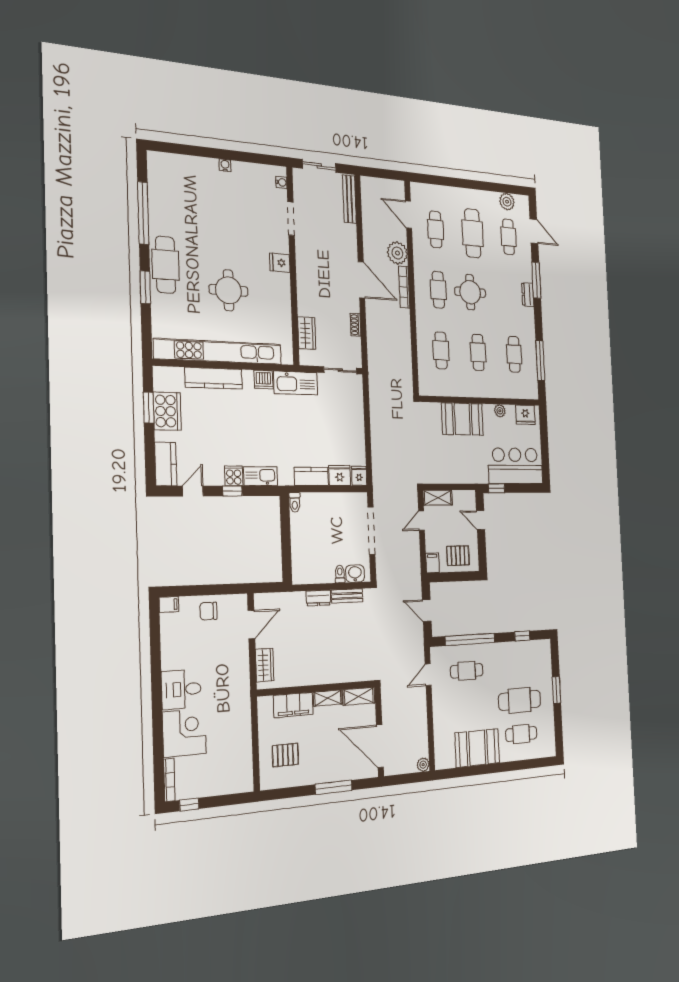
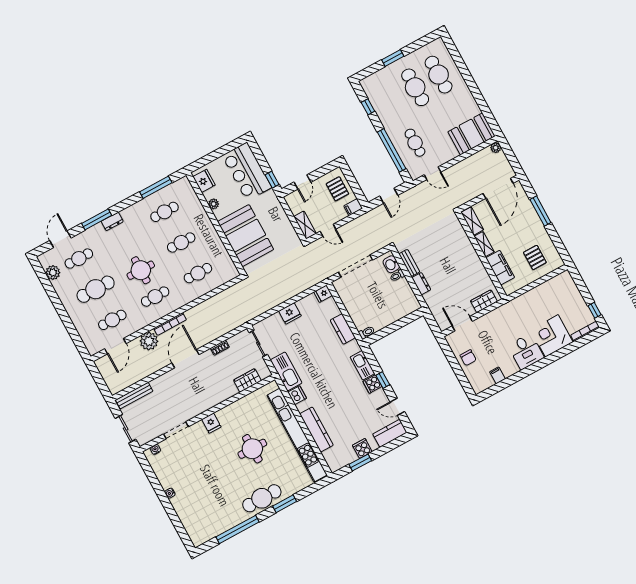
cooker: (167, 411) -> (362, 448), width x0.53, depth x0.76
booth: (462, 419) -> (246, 236), width x1.36, depth x1.42
fridge: (340, 475) -> (290, 313), moved, turned -90
filing cabinet: (169, 604) -> (497, 375), moved
cafe table: (521, 734) -> (439, 75), width x1.37, depth x1.35
booth: (477, 748) -> (472, 134), moved, turned 90

